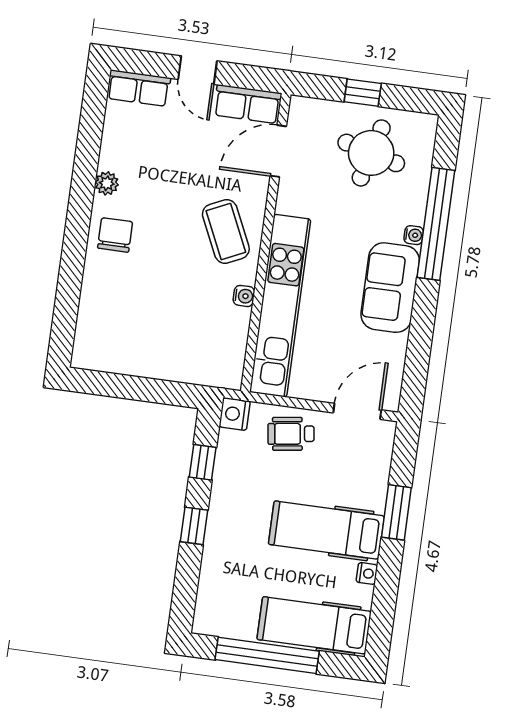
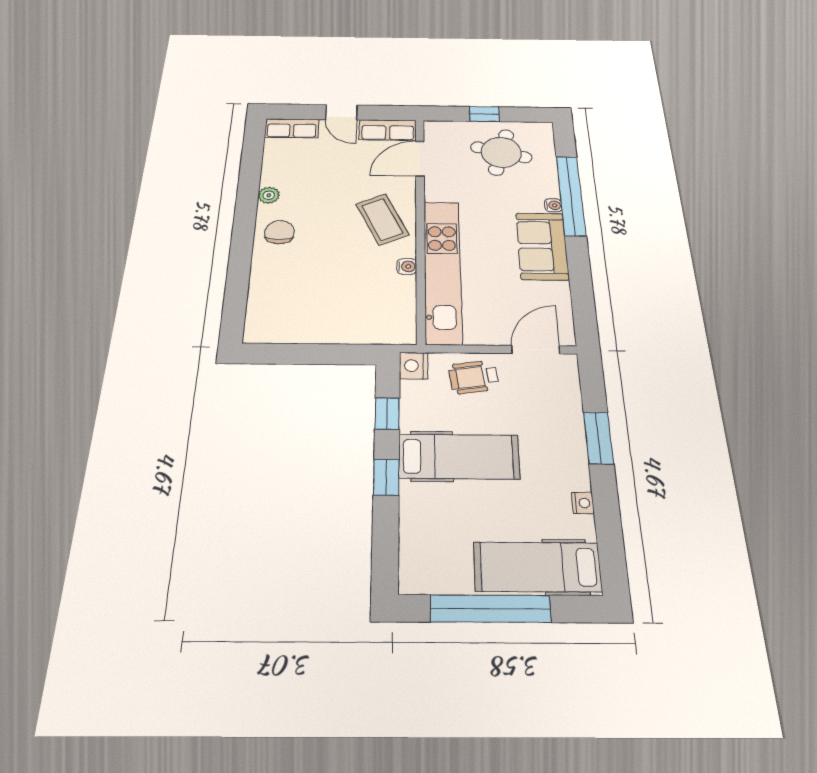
hospital bed: (326, 530) -> (459, 457), moved, turned 180

